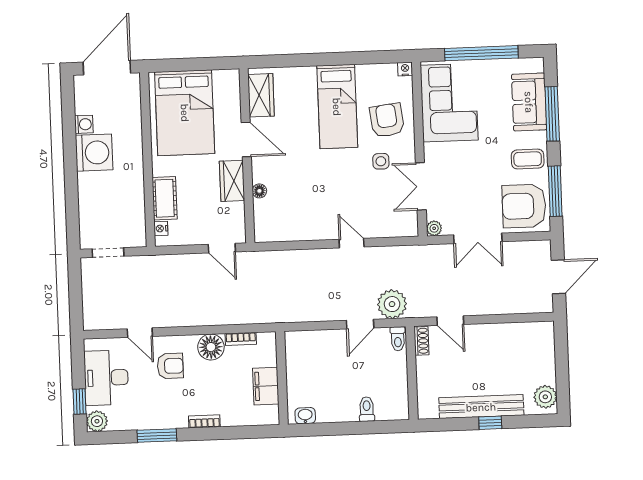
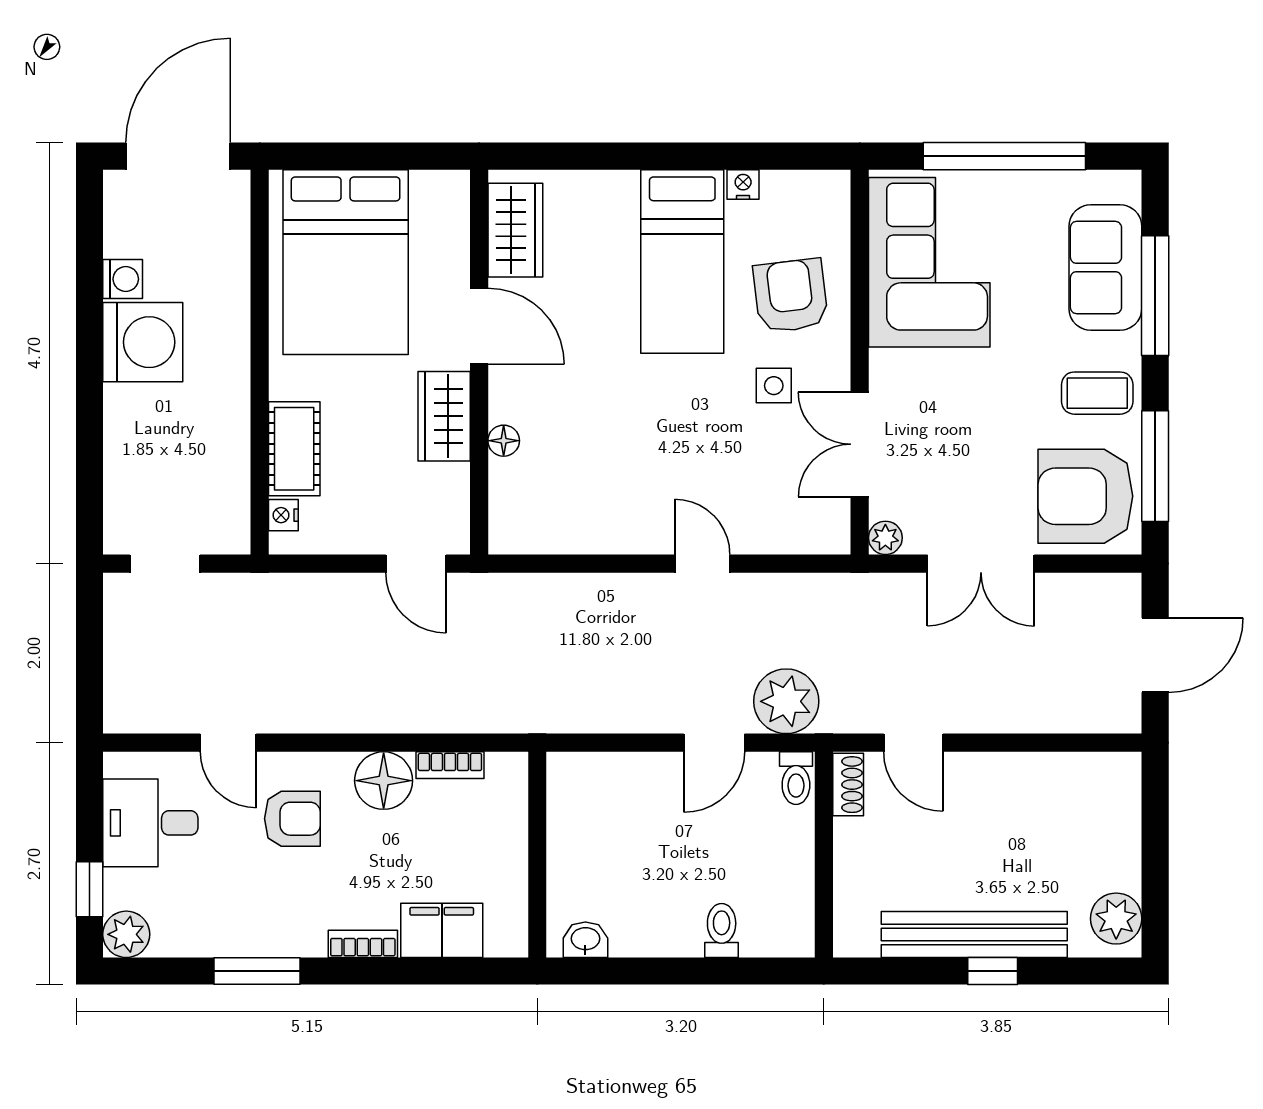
nightstand: (405, 69) -> (743, 184), moved
desk: (106, 378) -> (150, 823), width x0.73
filing cabinet: (266, 386) -> (442, 930), moved, turned 90

